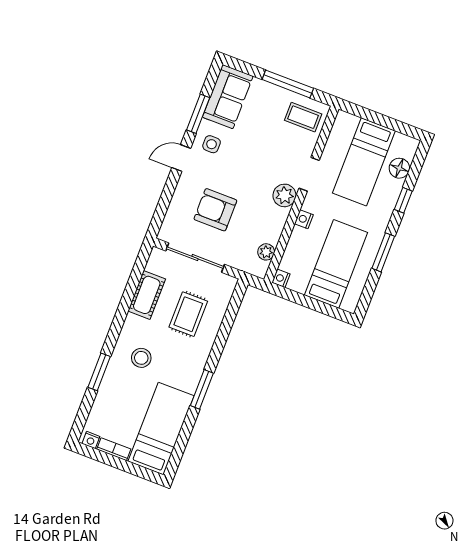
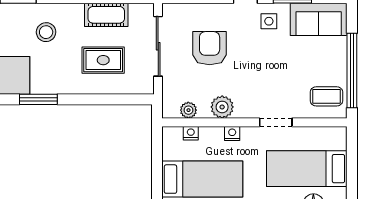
window: (288, 84) -> (352, 70), width x1.46
coffee table: (303, 117) -> (326, 96), turned 90
plant: (284, 195) -> (222, 107), moved
nightstand: (281, 278) -> (191, 133), moved

